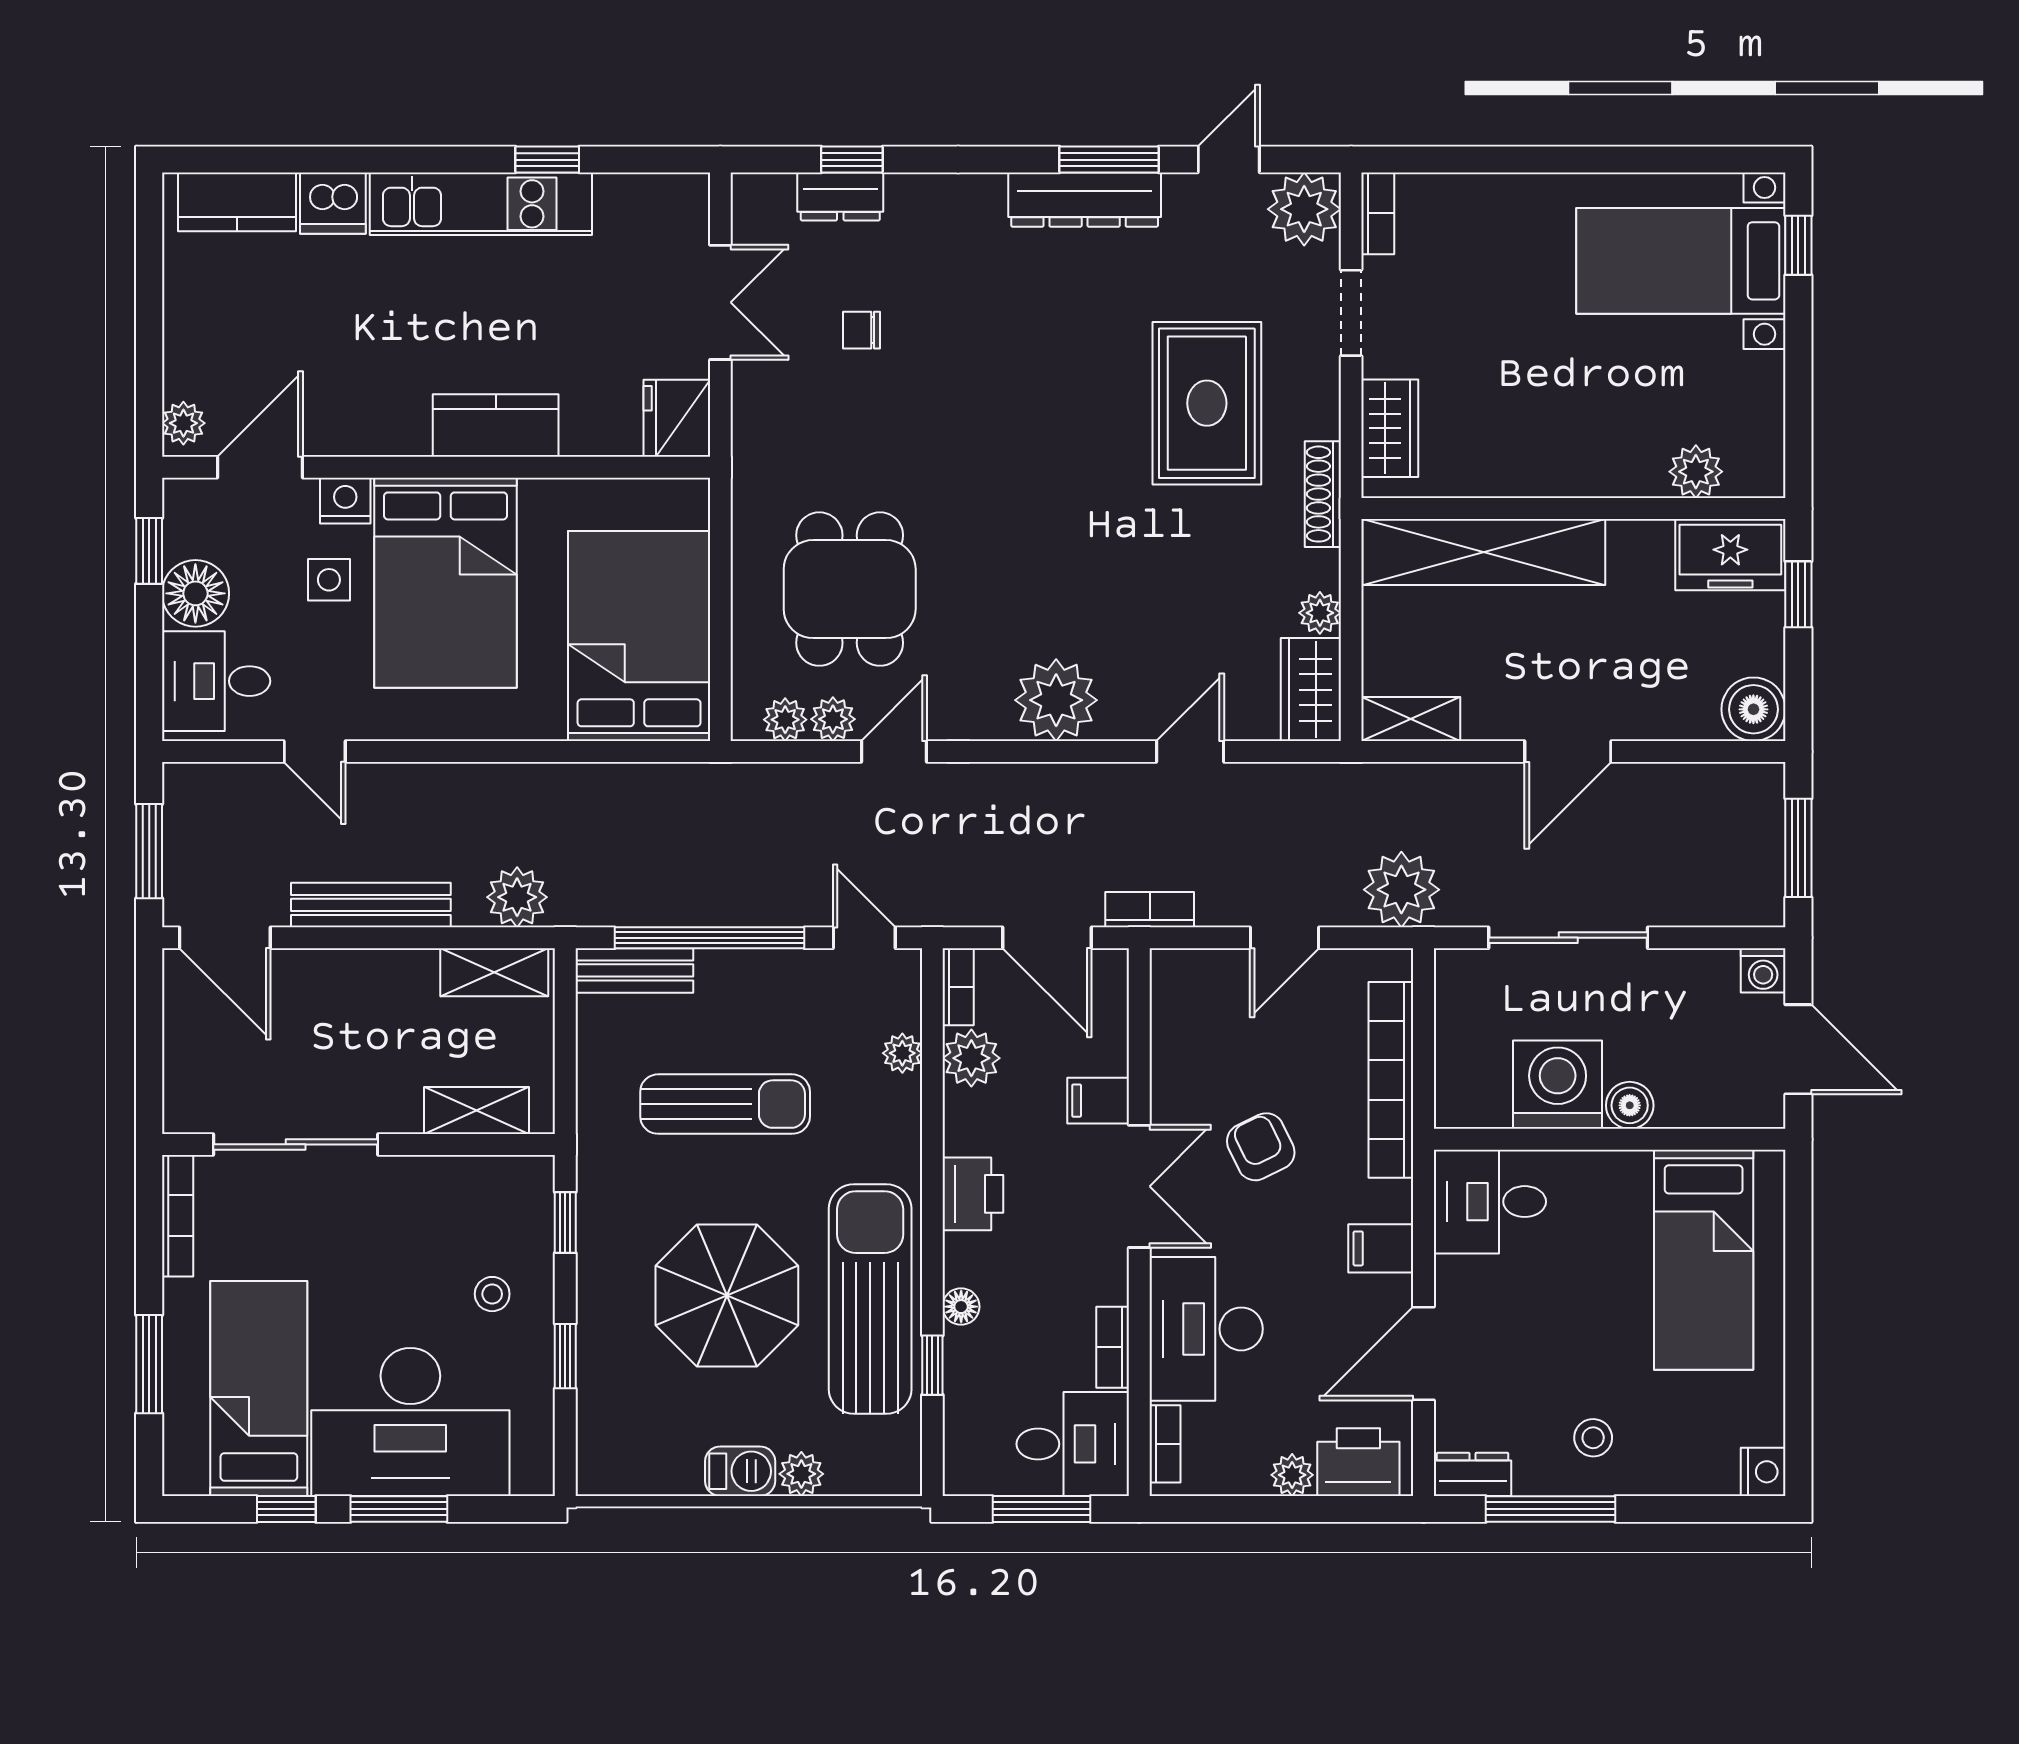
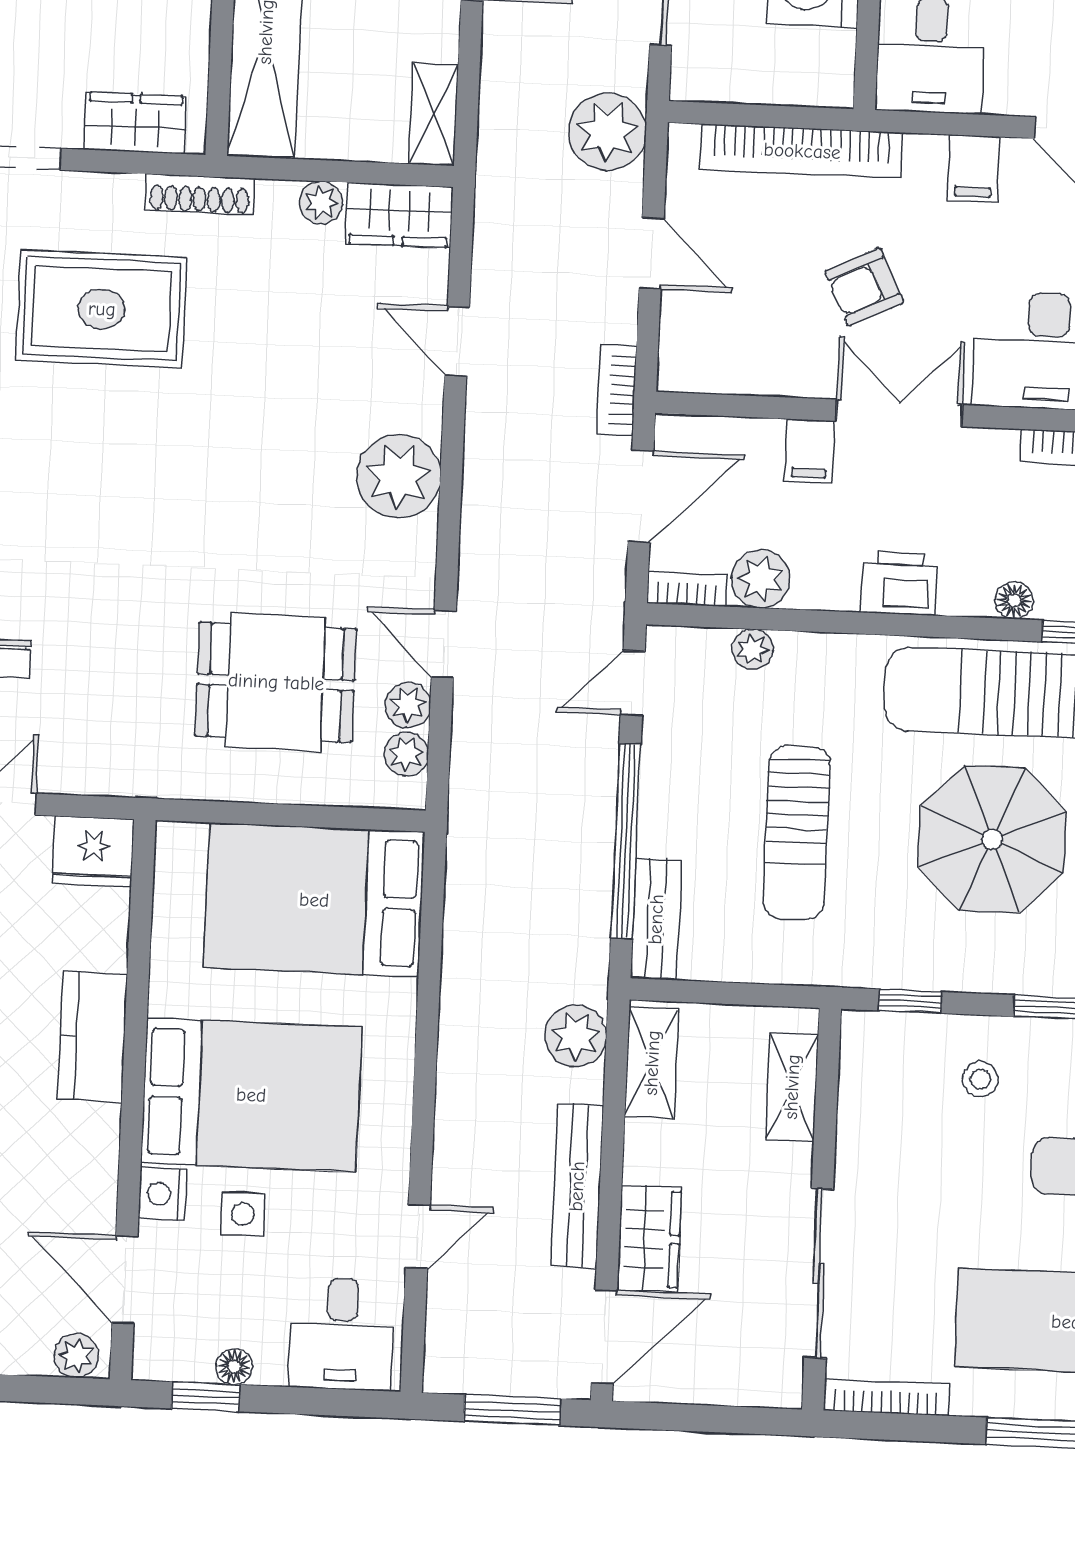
floor lamp: (195, 593) -> (234, 1367), width x0.53, depth x0.53
wardrobe: (322, 978) -> (649, 1239), added
sun lounger: (725, 1104) -> (797, 833), turned 180

